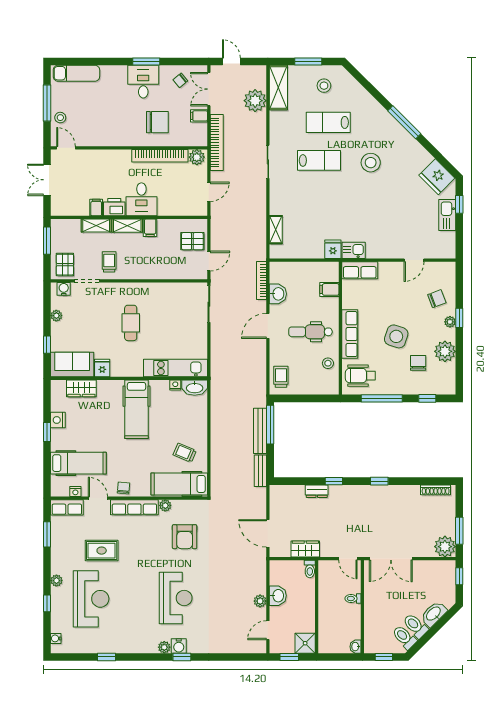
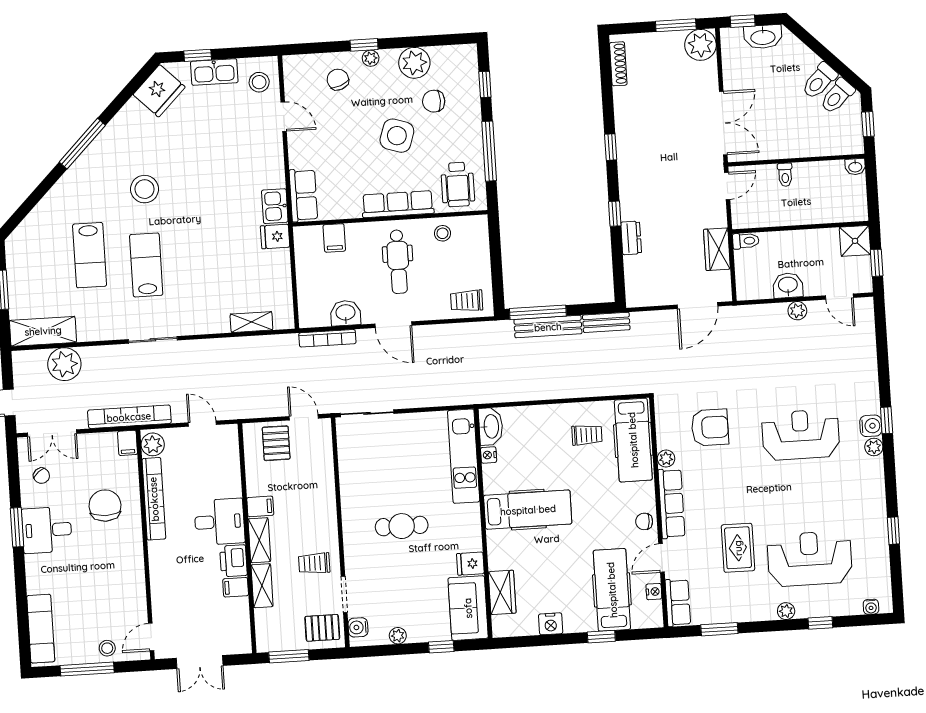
stool: (324, 86) -> (259, 82), moved
filing cabinet: (199, 116) -> (127, 443), moved
window: (47, 432) -> (601, 637), moved
trolley: (185, 453) -> (587, 435), turned -113
washbasin: (434, 614) -> (763, 37), moved, turned -45

